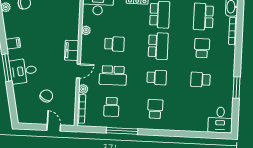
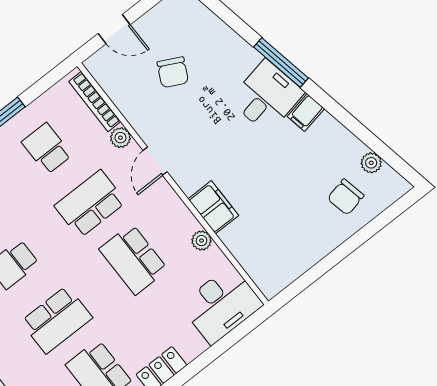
school desk: (114, 44) -> (134, 259), width x1.85
school desk: (158, 46) -> (57, 320), turned -90
filing cabinet: (72, 50) -> (213, 207), moved
desk: (23, 71) -> (267, 96), moved

